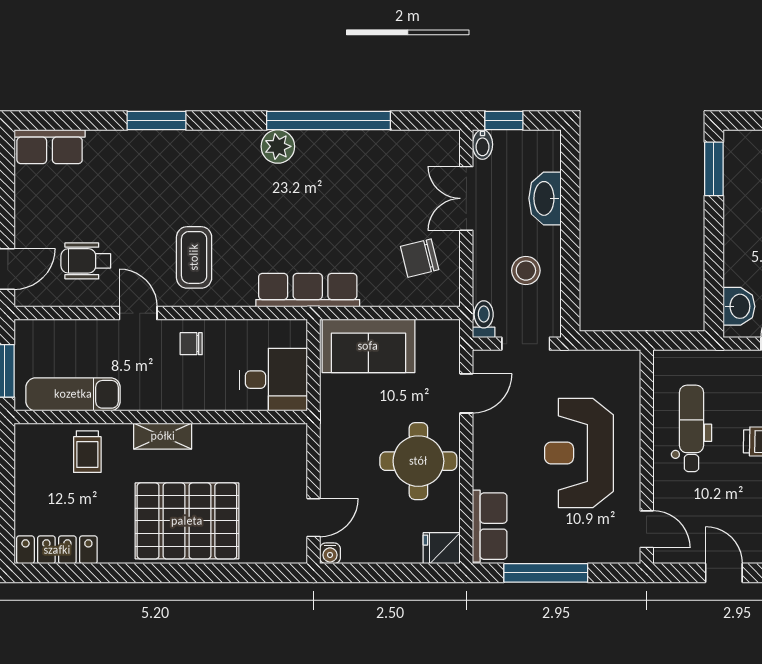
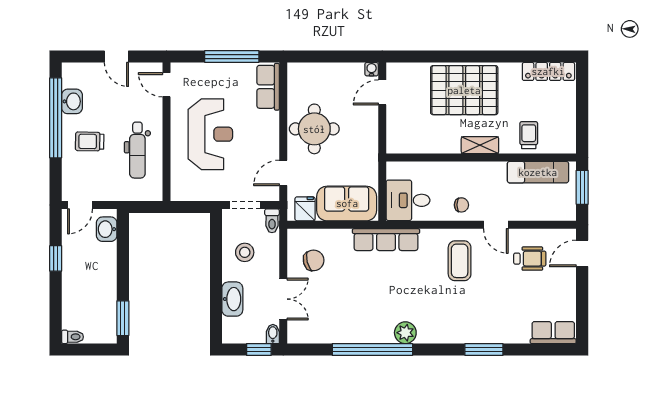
desk: (274, 380) -> (408, 200), moved
fridge: (442, 548) -> (305, 209), moved, turned -90

